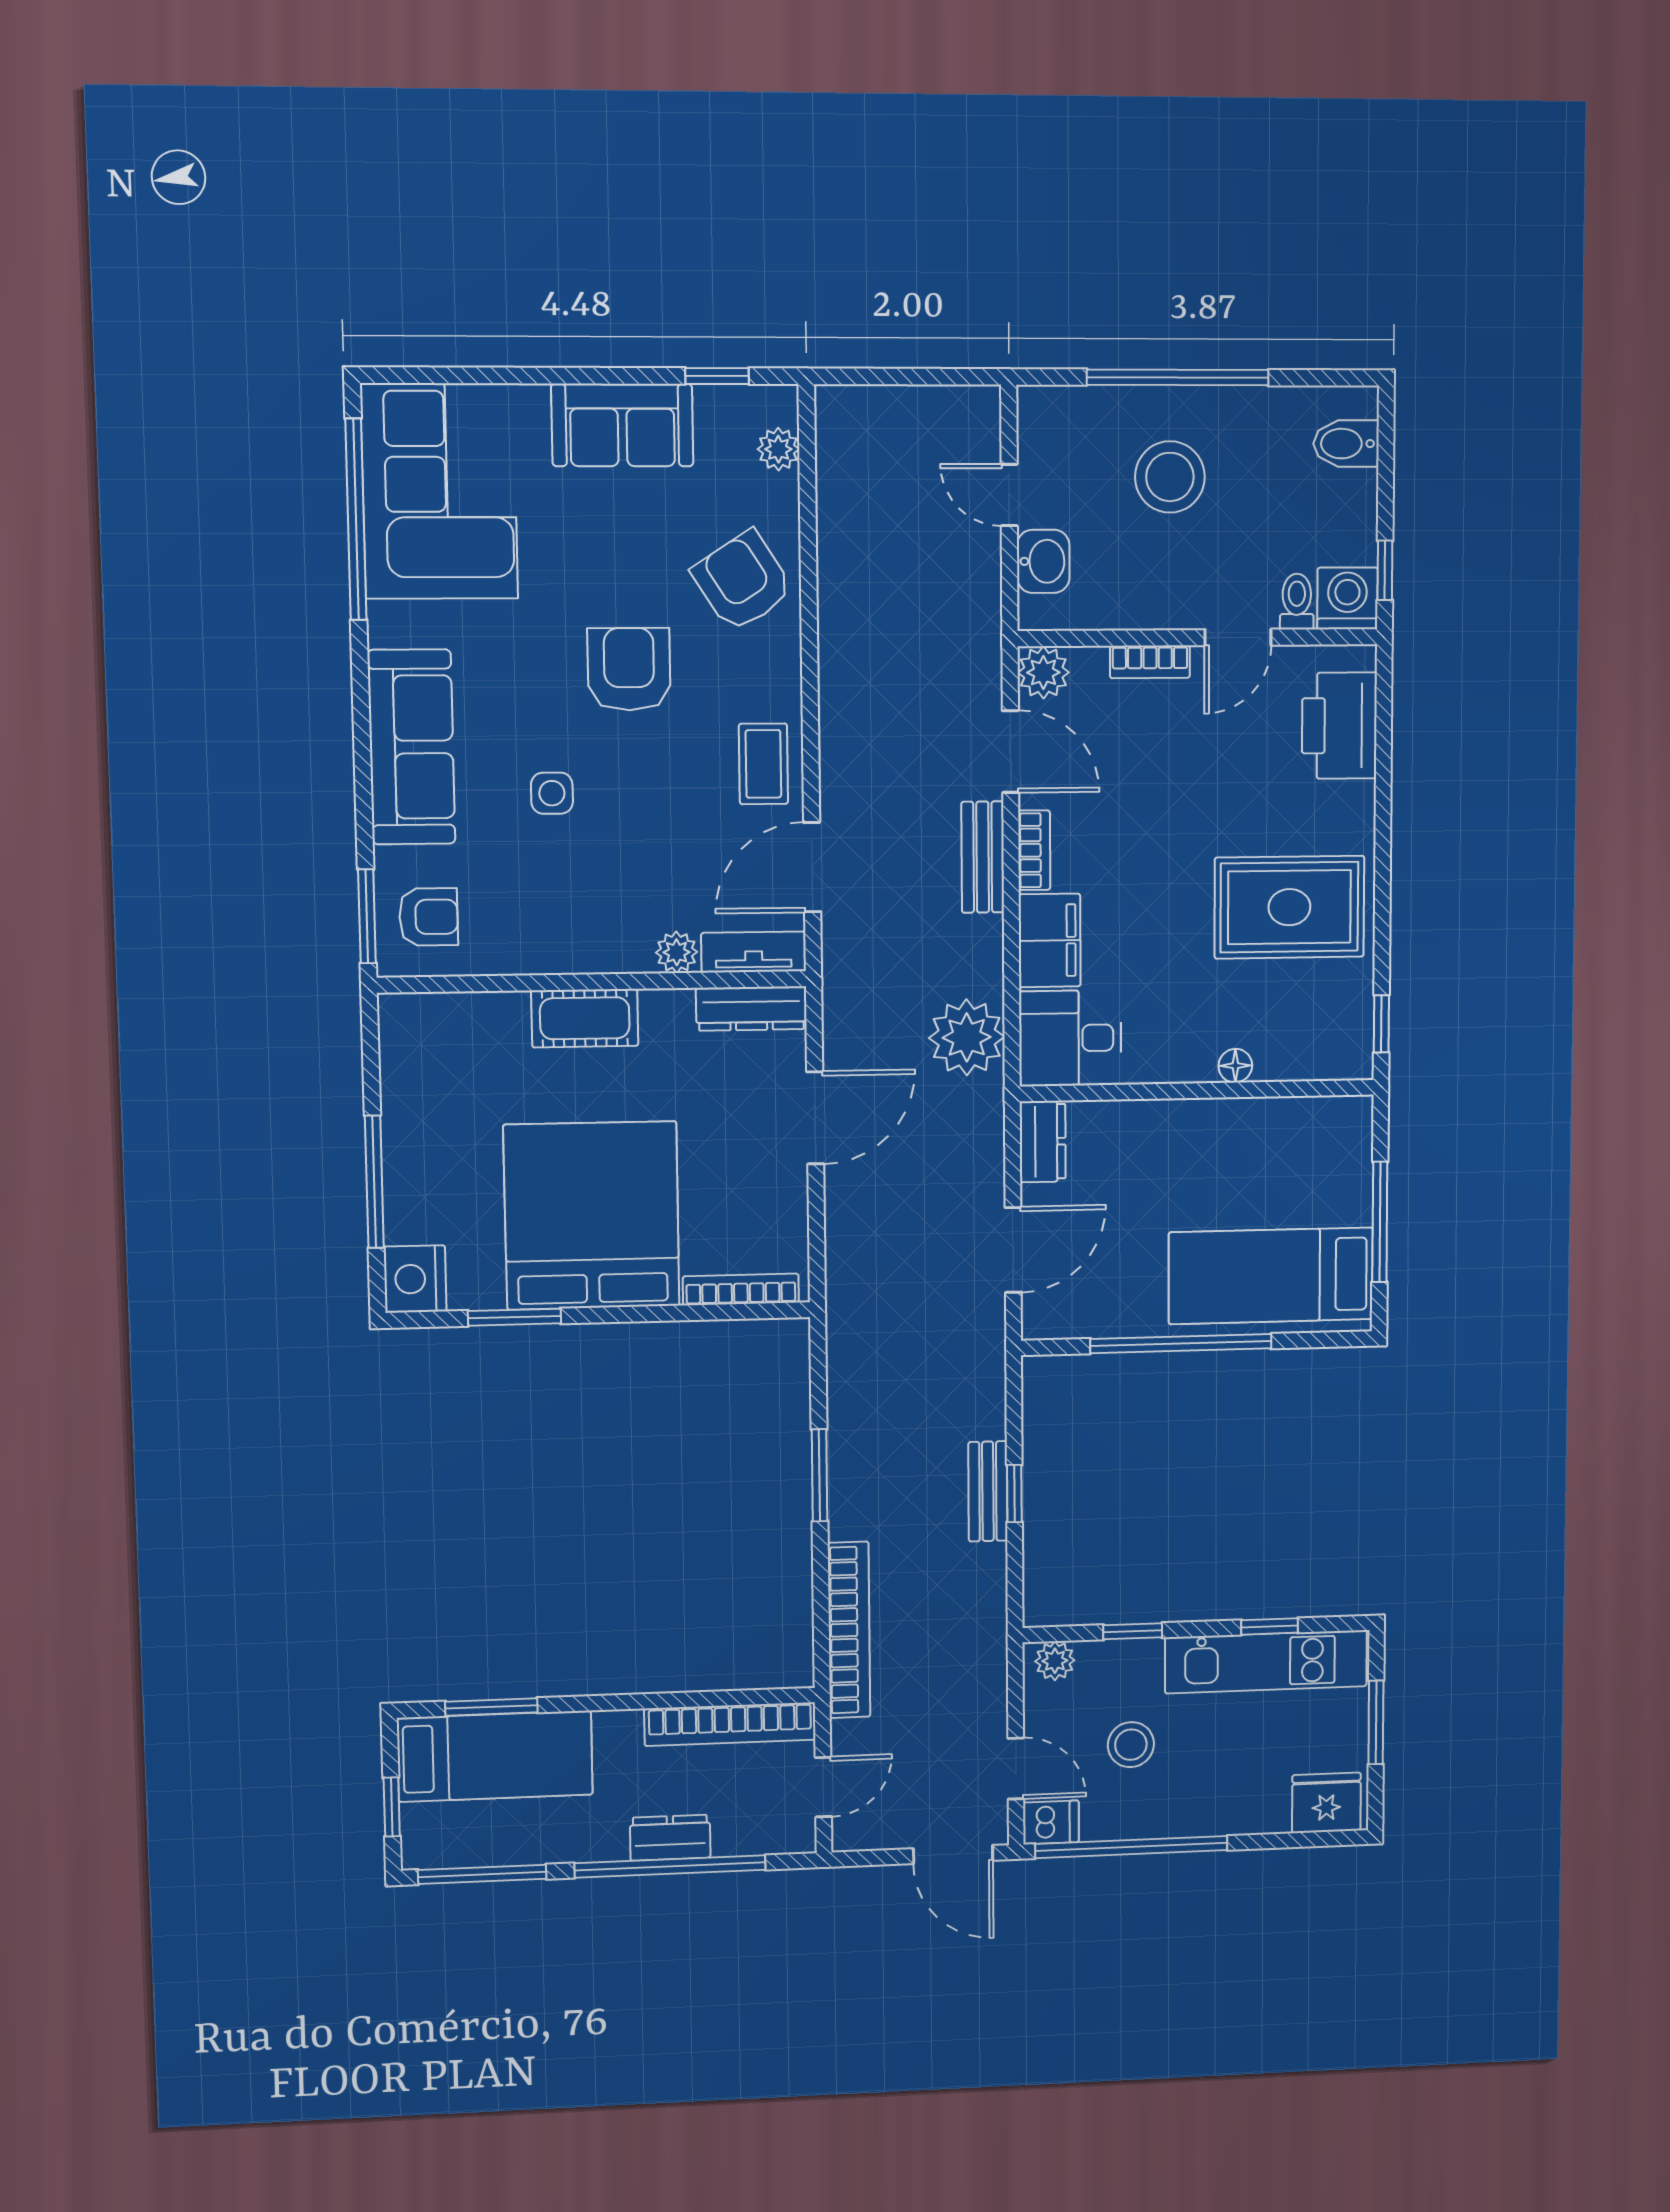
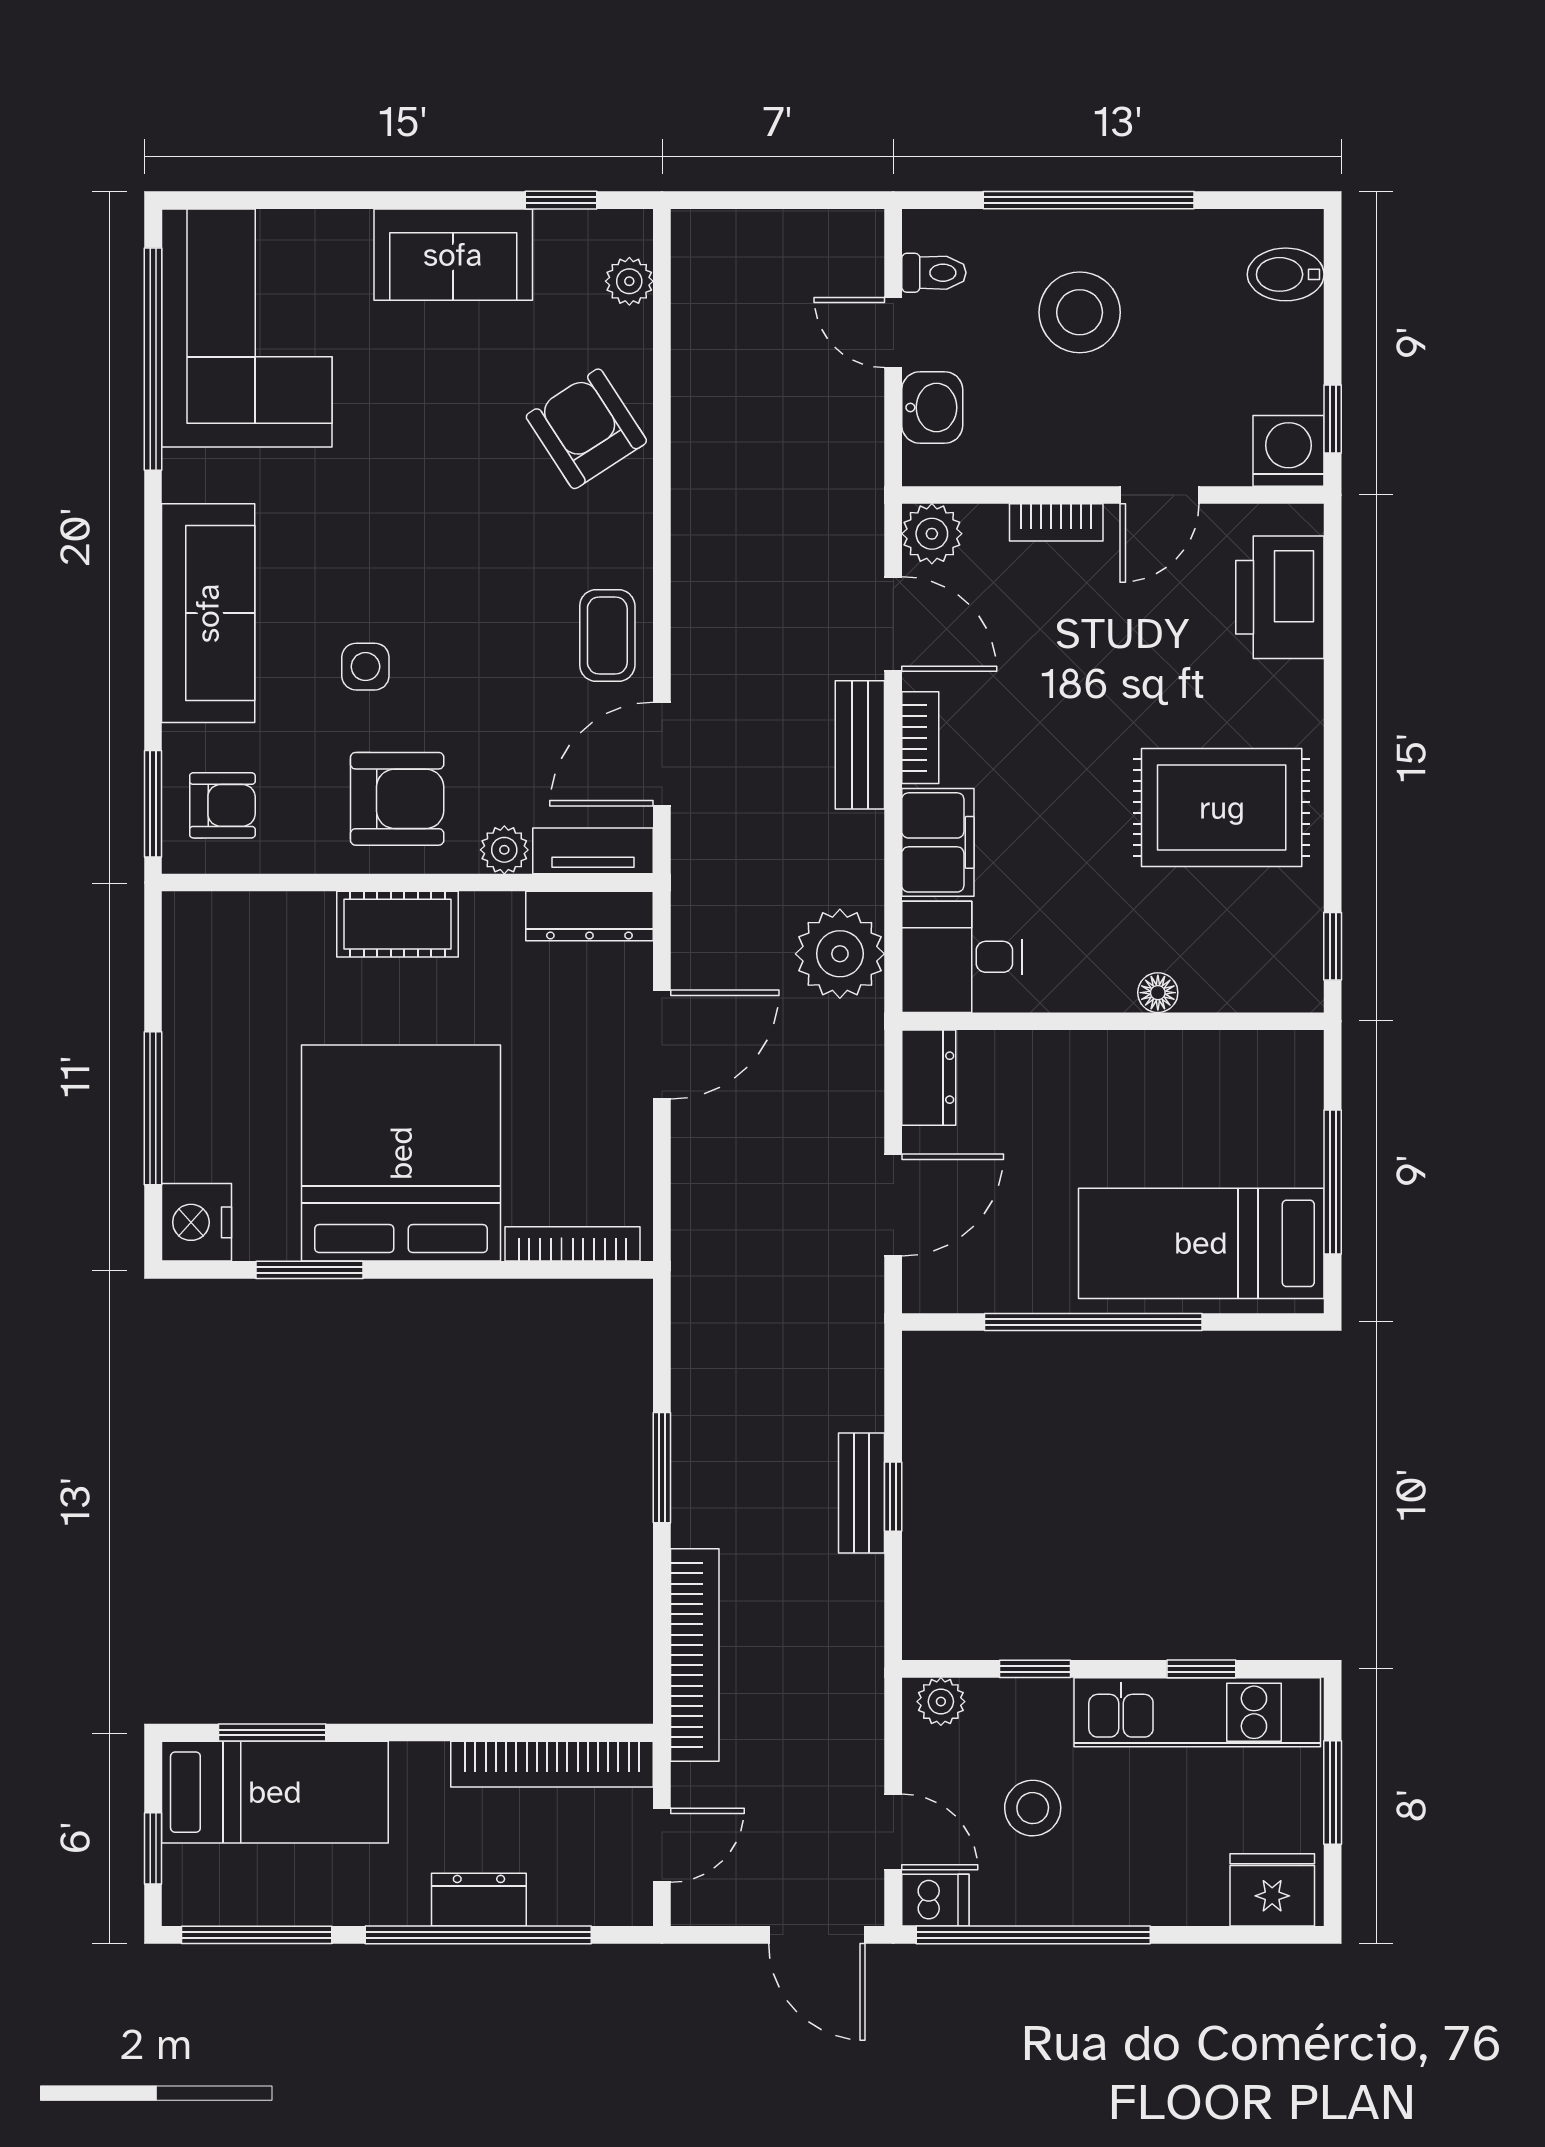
toilet: (1297, 602) -> (934, 273), moved, turned 90
armchair: (629, 669) -> (397, 799), moved, turned 90

